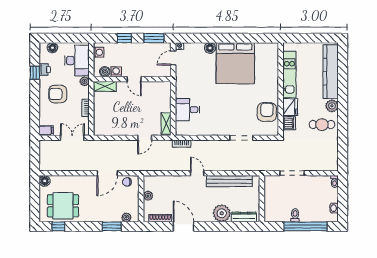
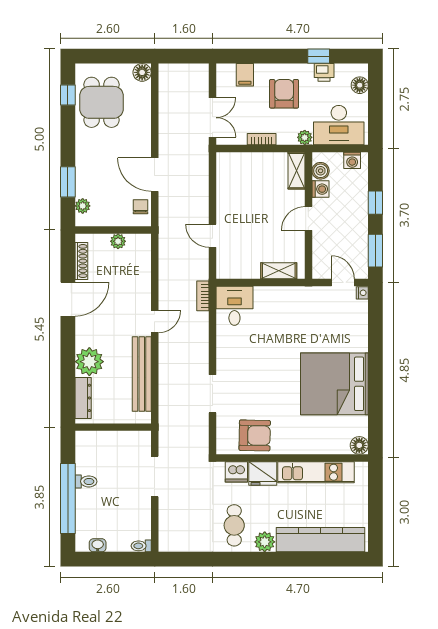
floor lamp: (210, 48) -> (359, 445), moved
desk: (188, 110) -> (234, 306), moved
shelving: (166, 123) -> (279, 271), moved
filing cabinet: (46, 130) -> (245, 75), moved

